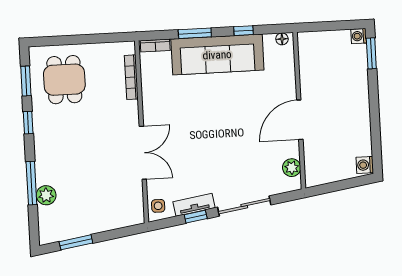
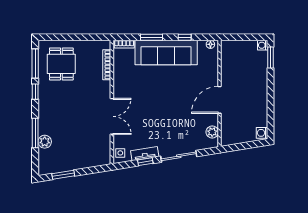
window: (26, 81) -> (35, 63), width x1.44

